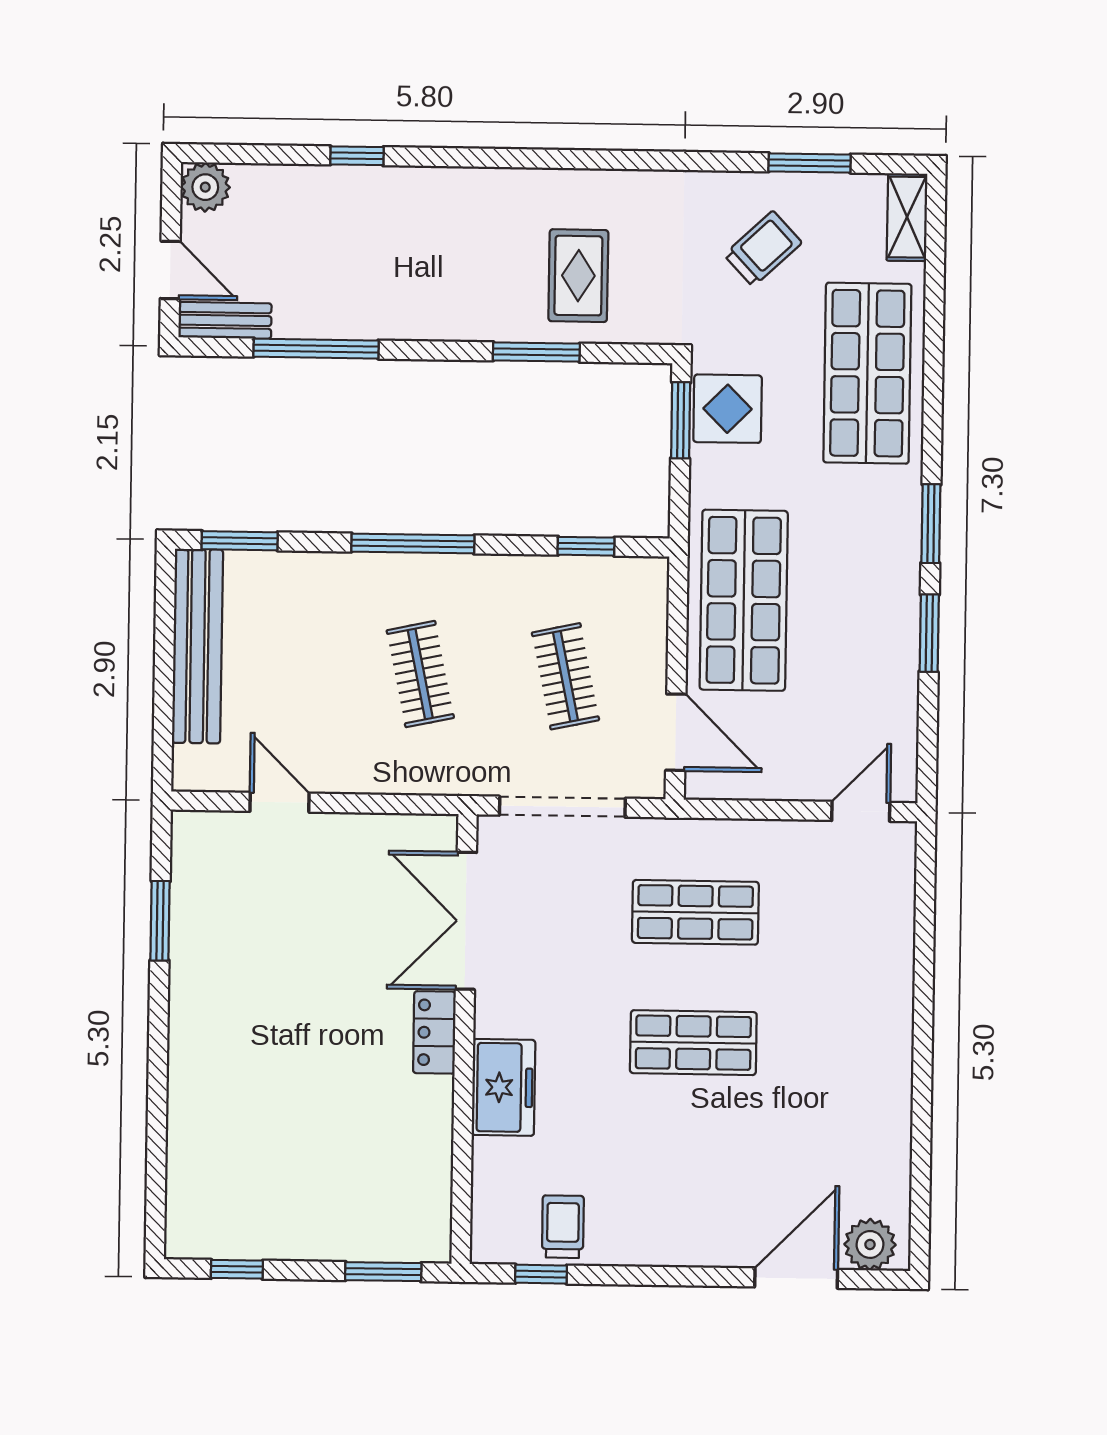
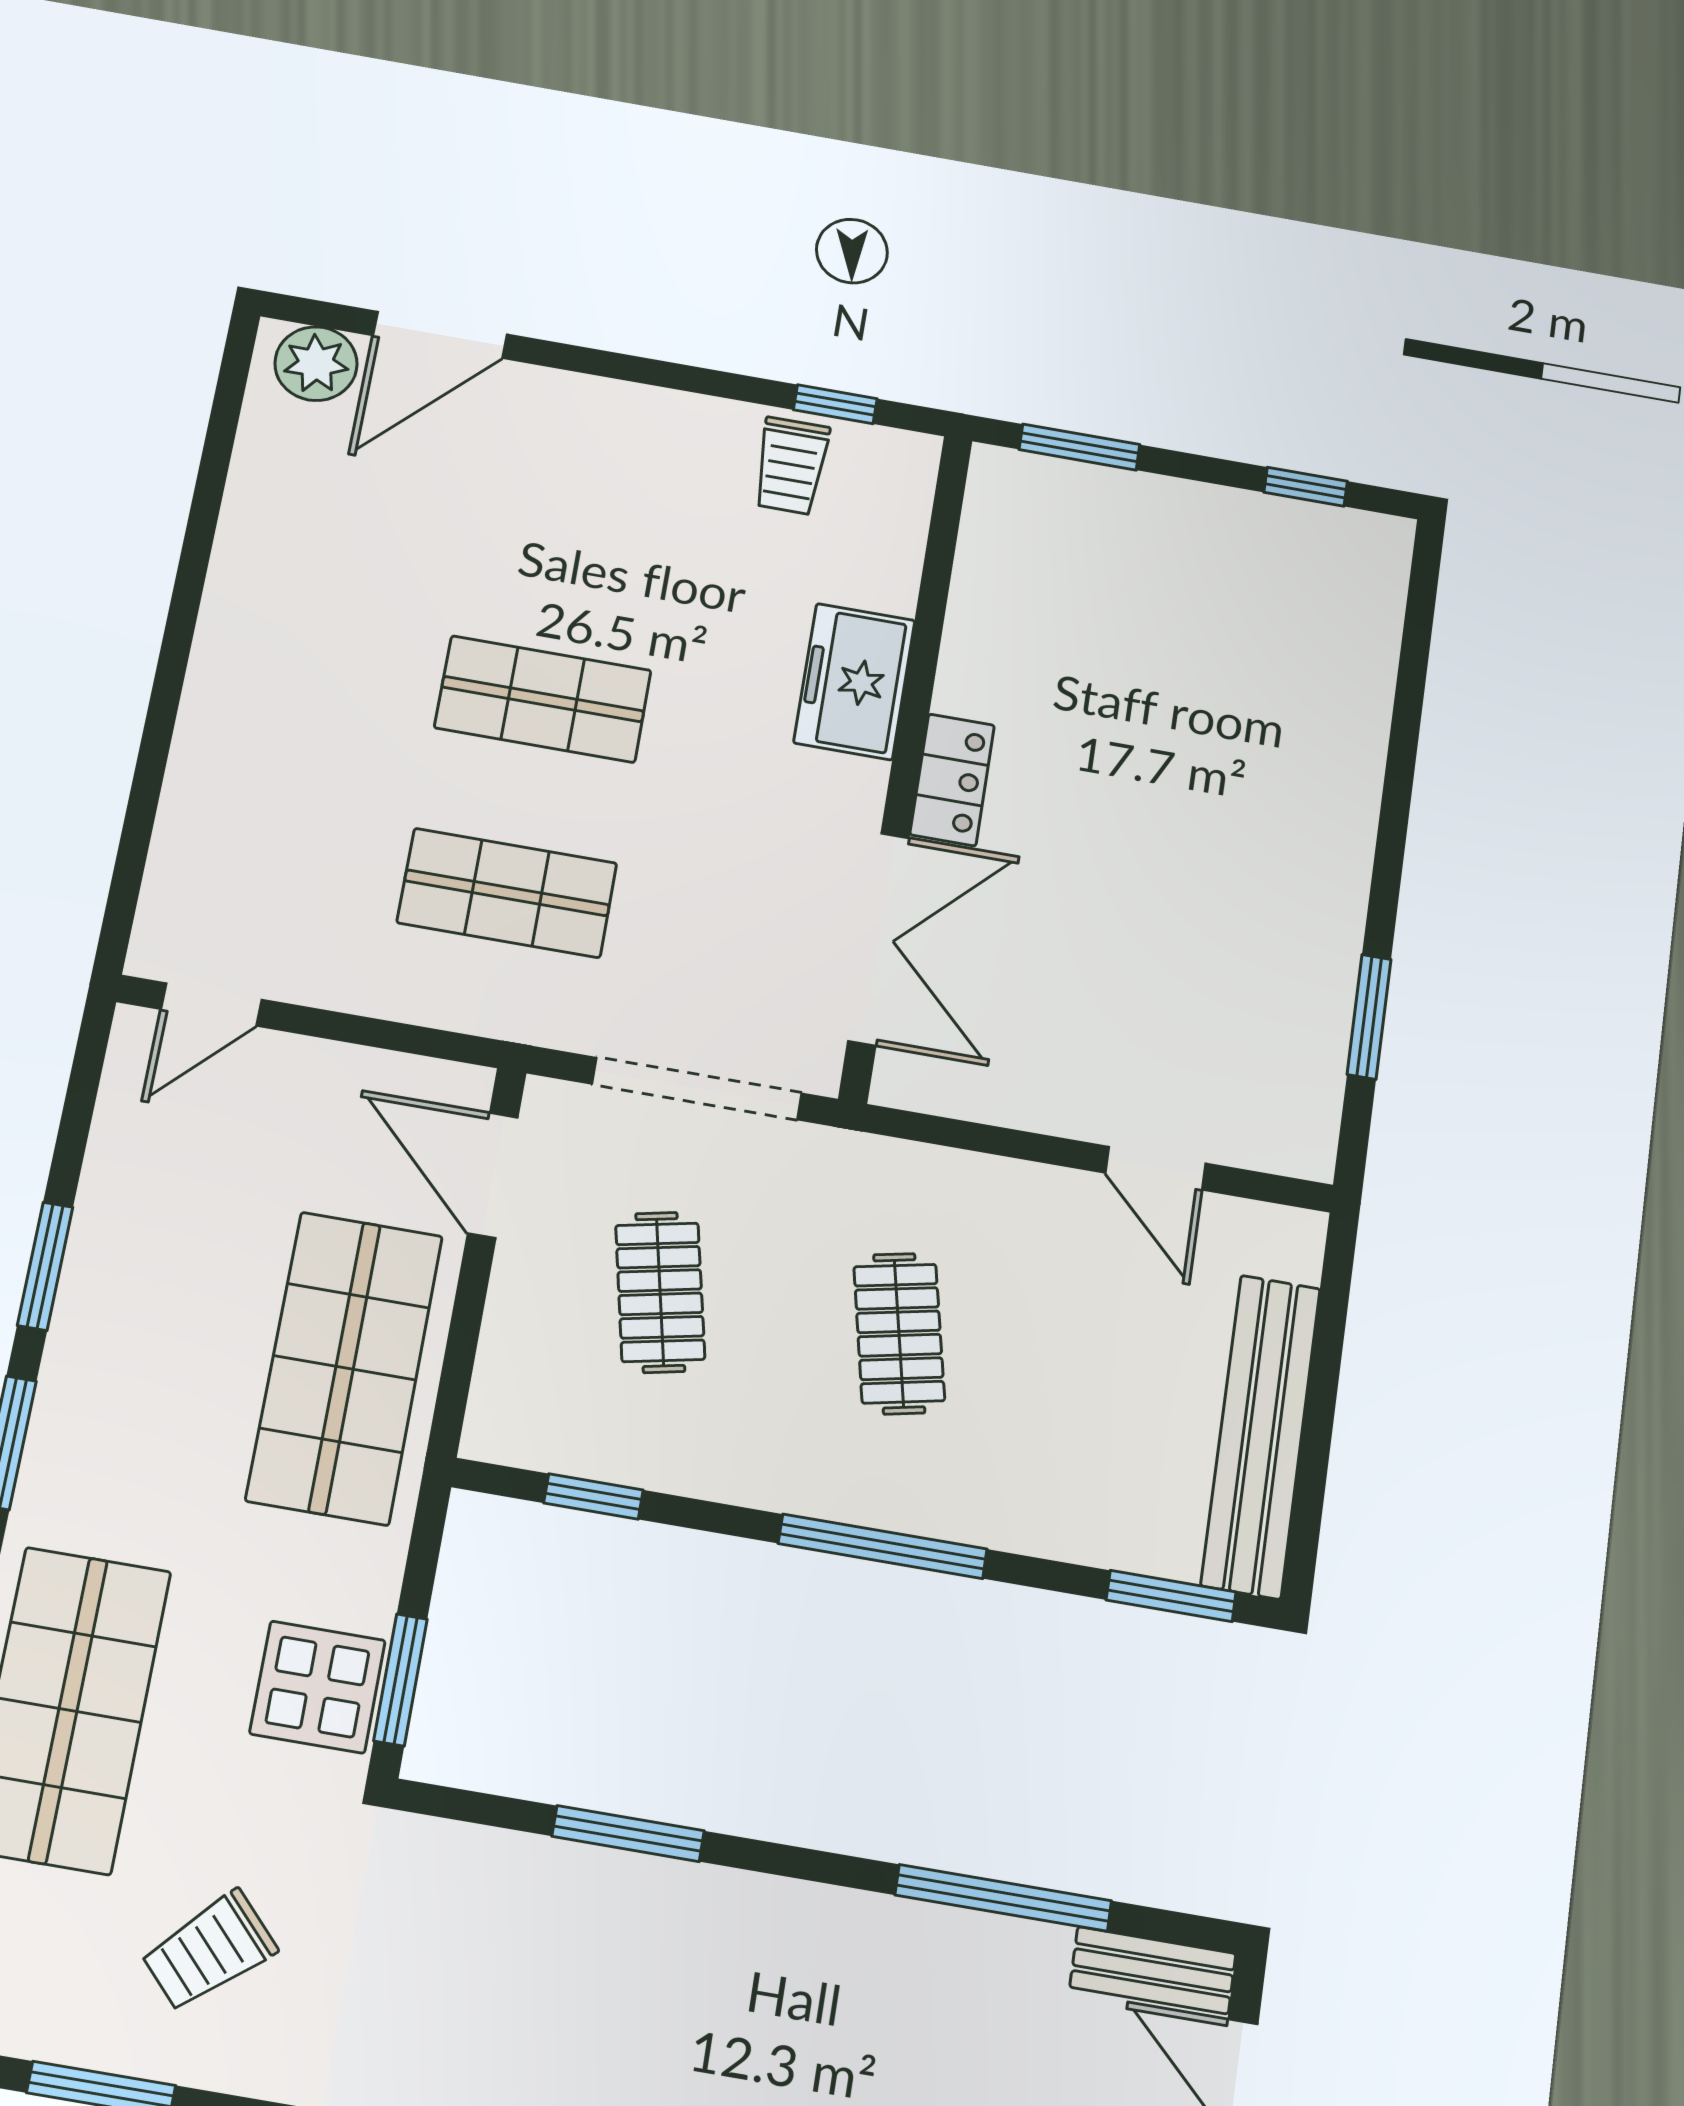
rug: (578, 276) -> (536, 1954), removed

